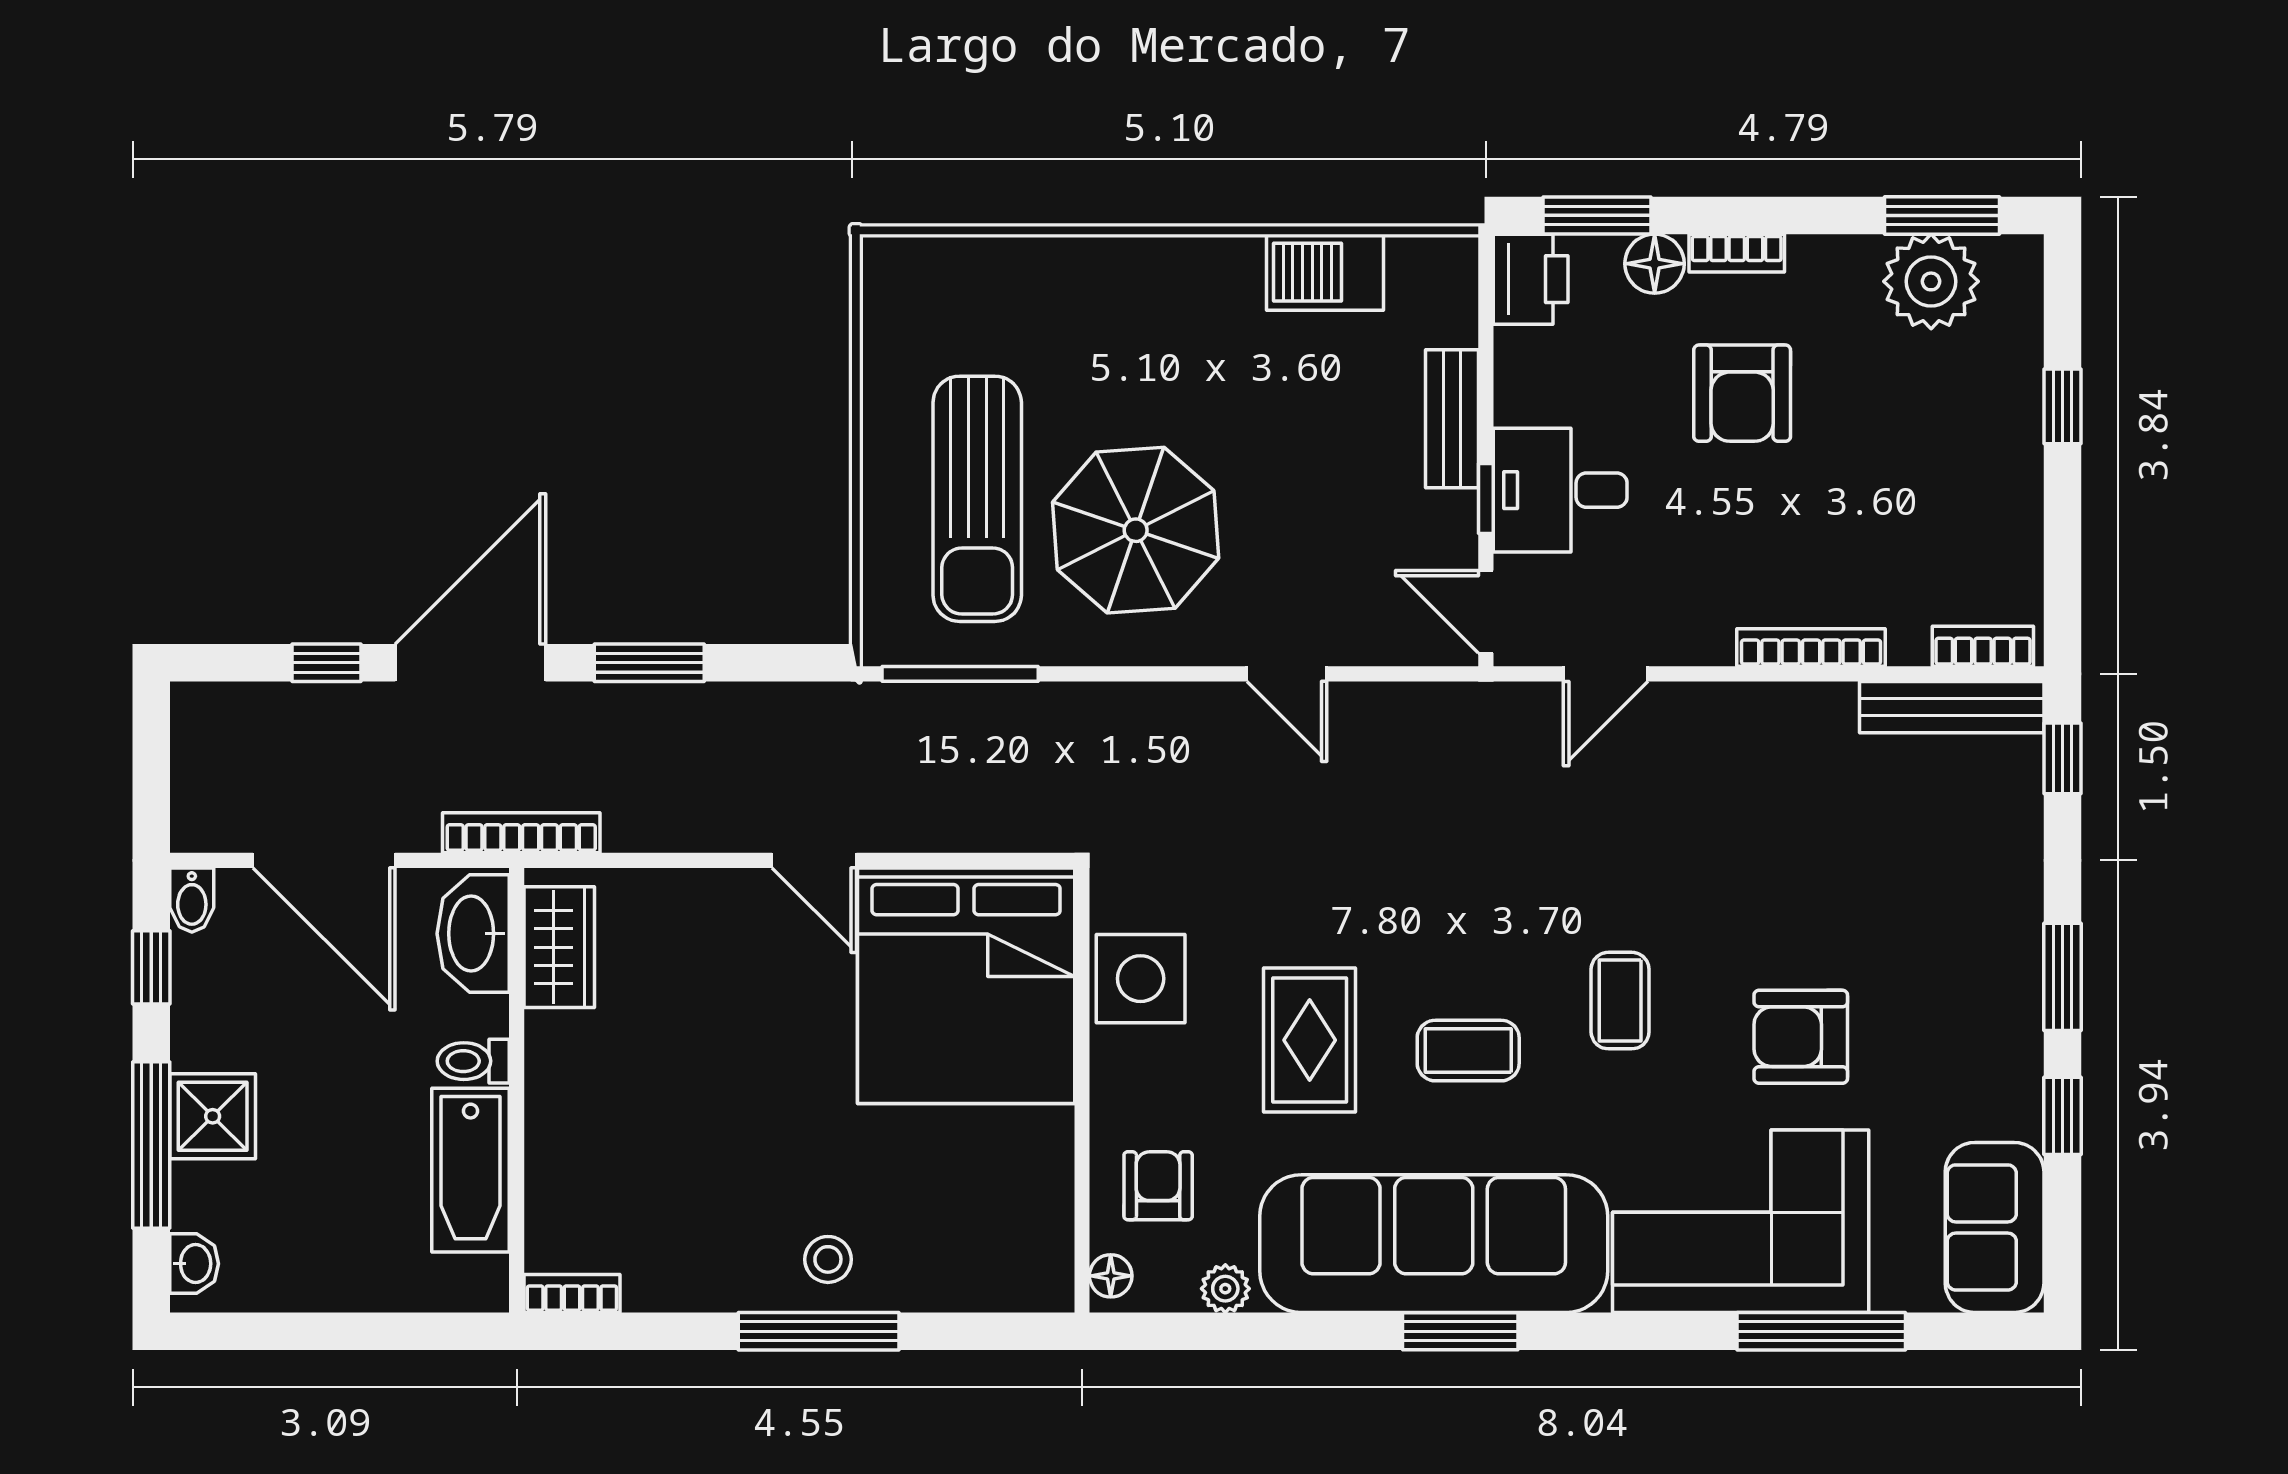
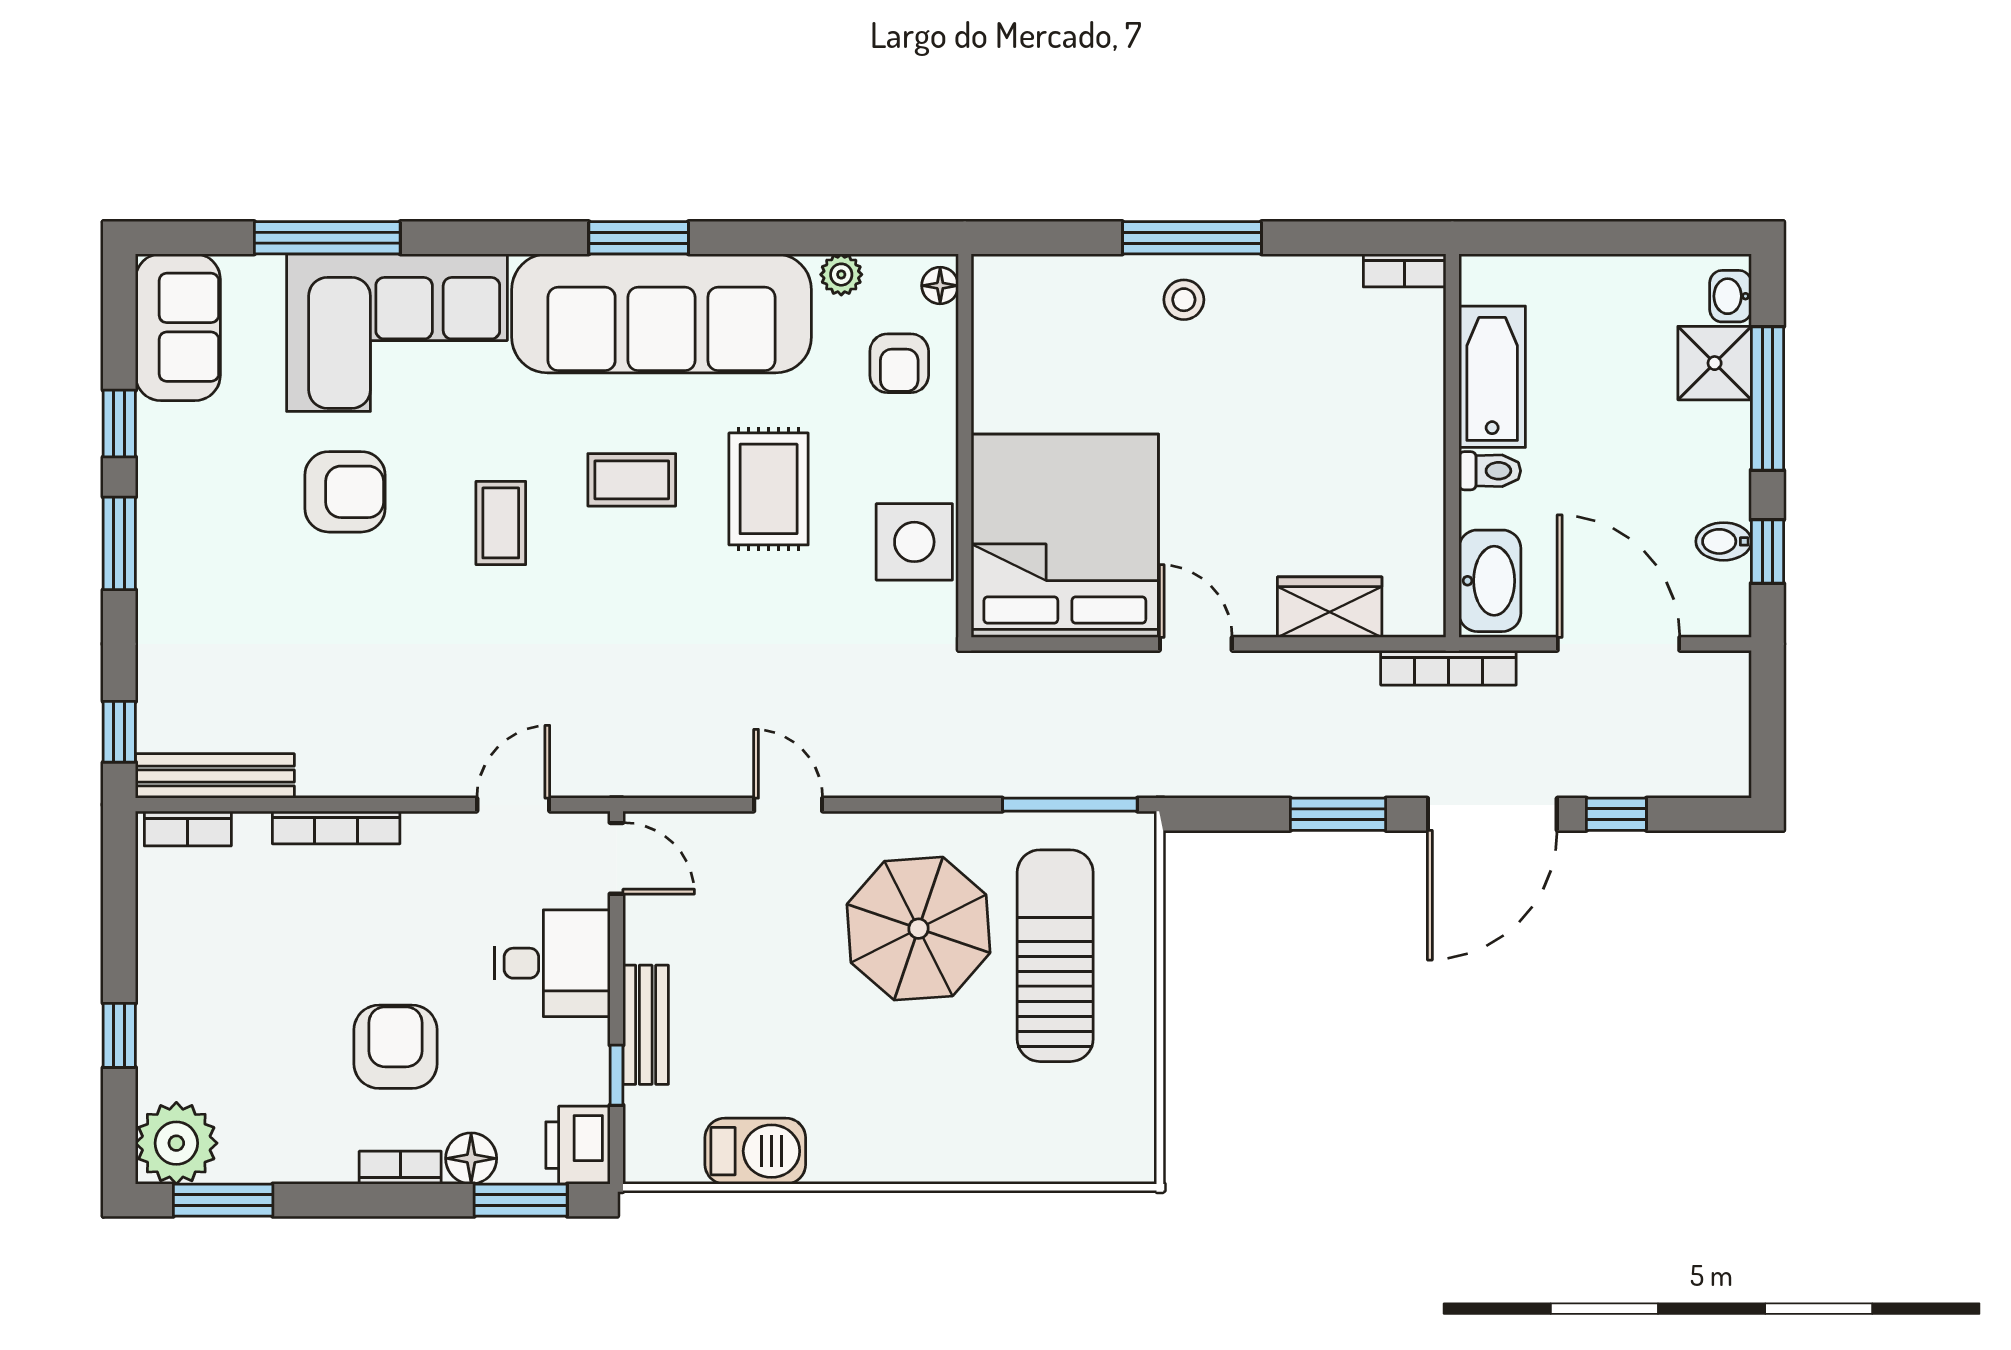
plant: (1931, 281) -> (176, 1143), moved
window: (1486, 498) -> (617, 1075), moved
bidet: (192, 900) -> (1724, 541), moved, turned -90
wardrobe: (559, 947) -> (1330, 607), moved, turned 90
shower: (213, 1116) -> (1715, 363), moved

